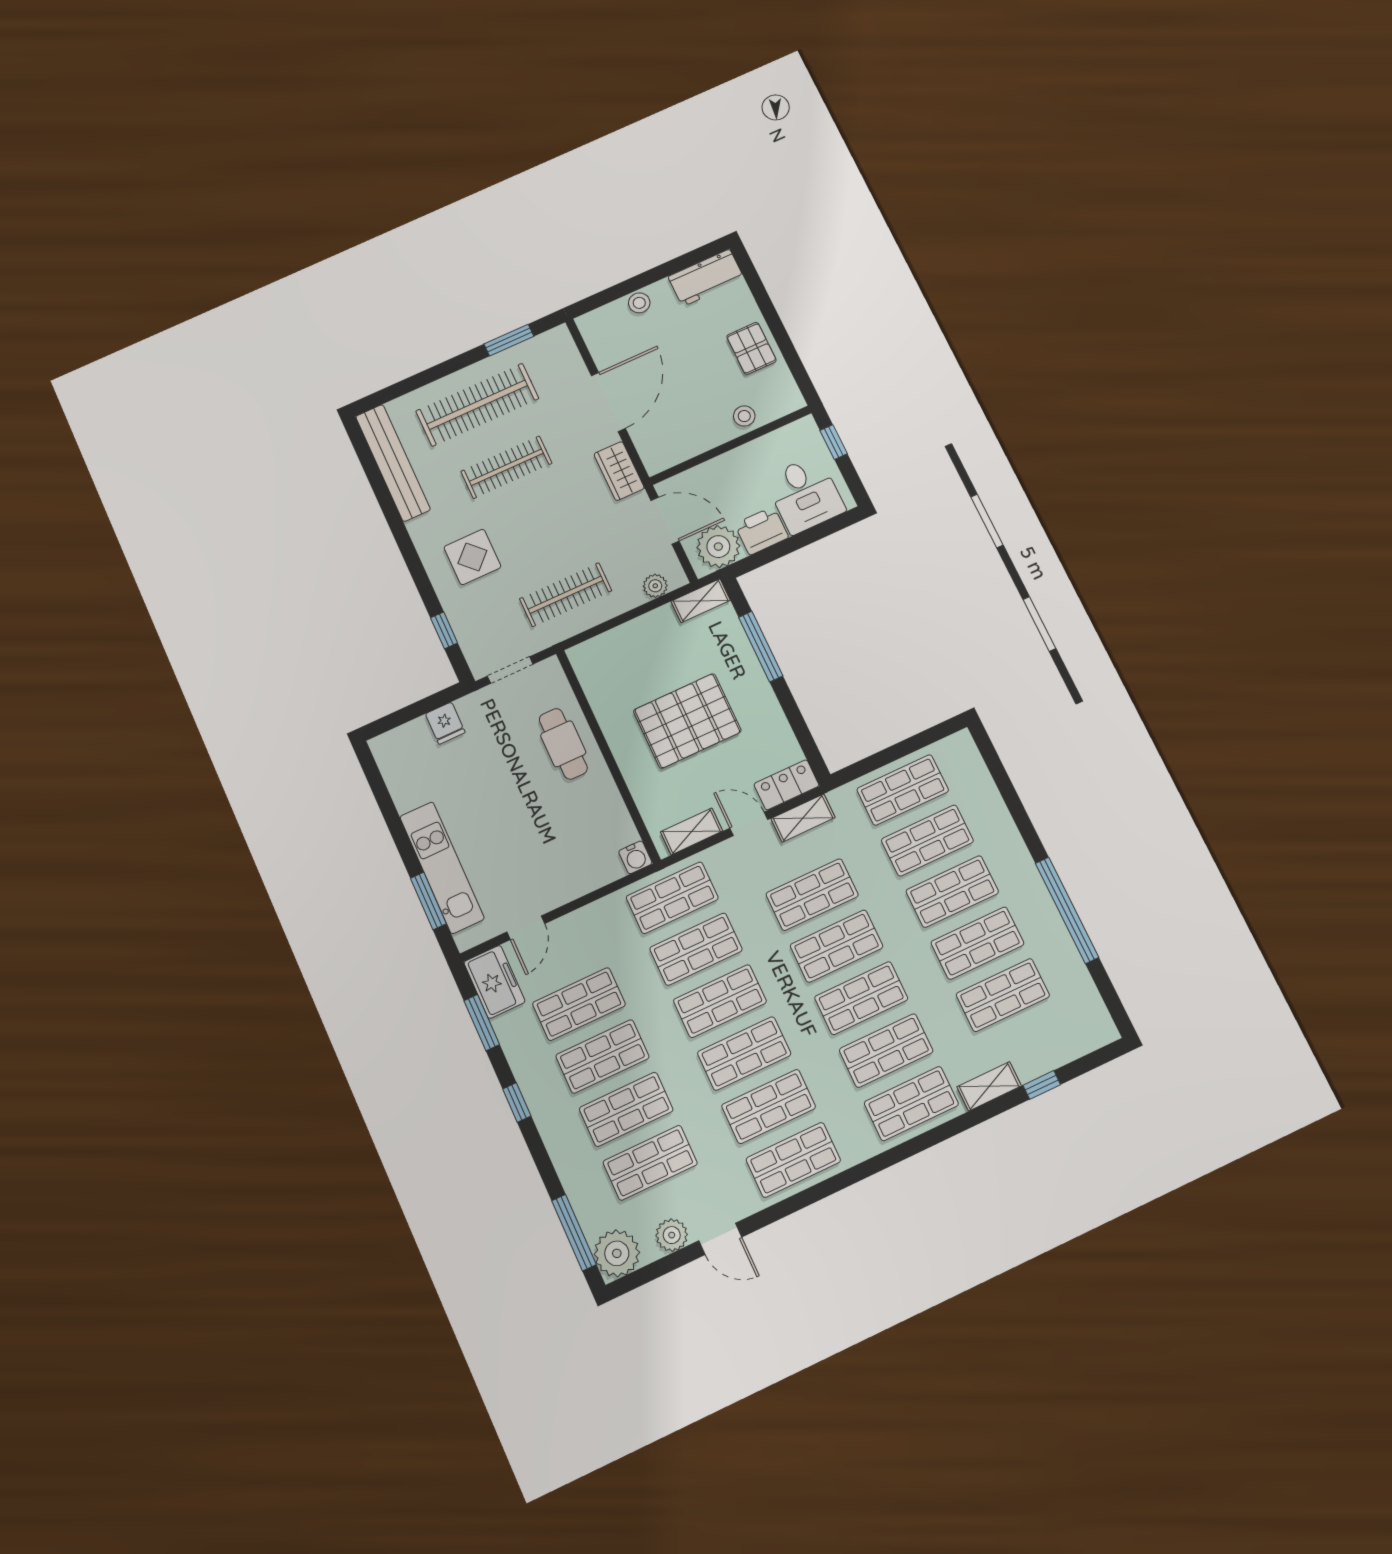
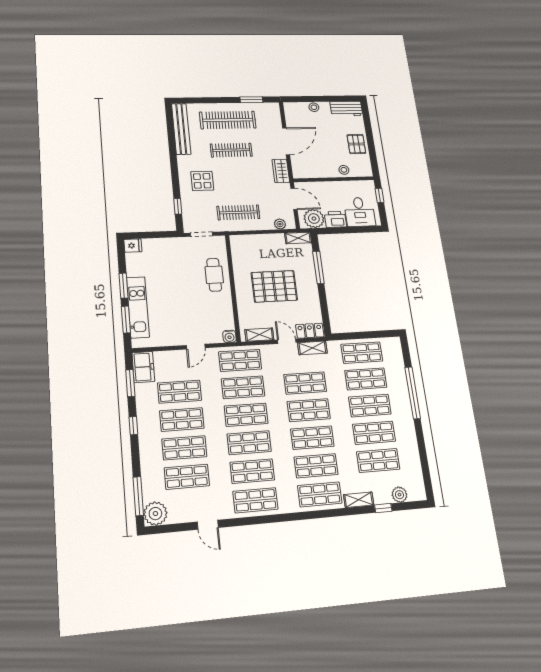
fridge: (445, 723) -> (133, 246), moved, turned -90
window: (399, 835) -> (123, 286), added
window: (1067, 910) -> (413, 393), moved
door: (526, 928) -> (196, 347), moved
plant: (672, 1235) -> (399, 495), moved

